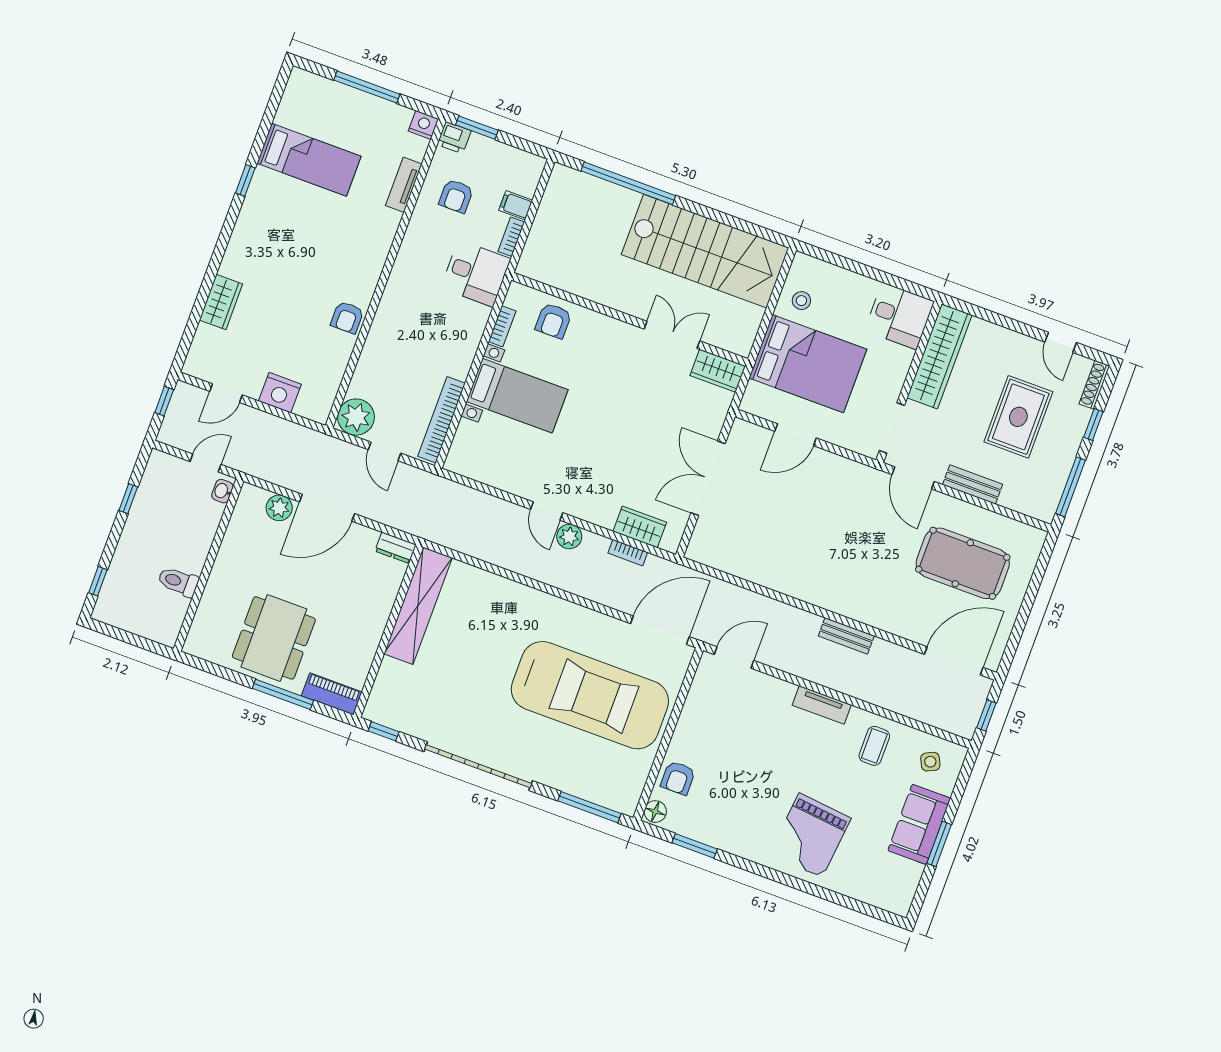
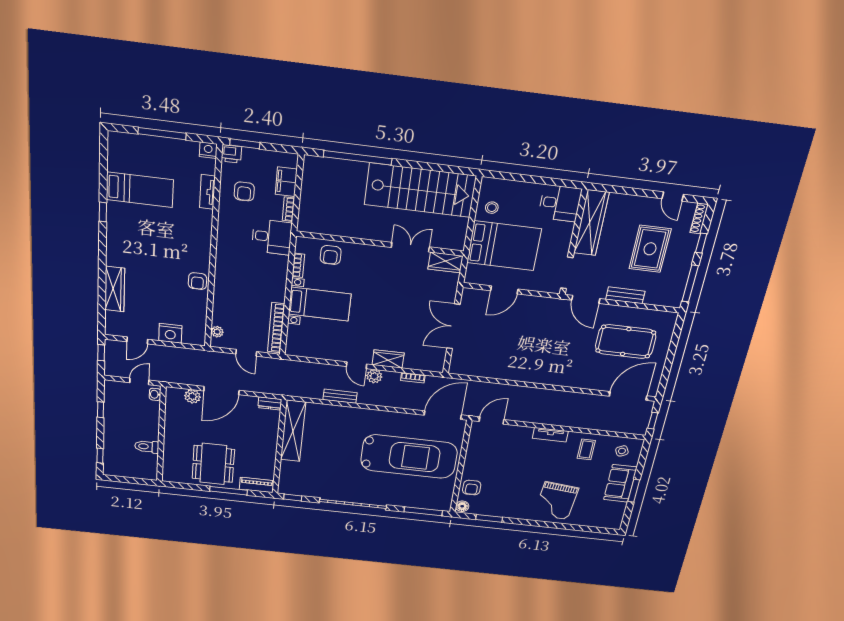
filing cabinet: (516, 205) -> (286, 182), width x2.00
wardrobe: (221, 302) -> (115, 289), width x1.50
plant: (356, 417) -> (217, 332), width x0.53, depth x0.53
wardrobe: (640, 527) -> (388, 359), moved
bench: (846, 636) -> (340, 396), moved

